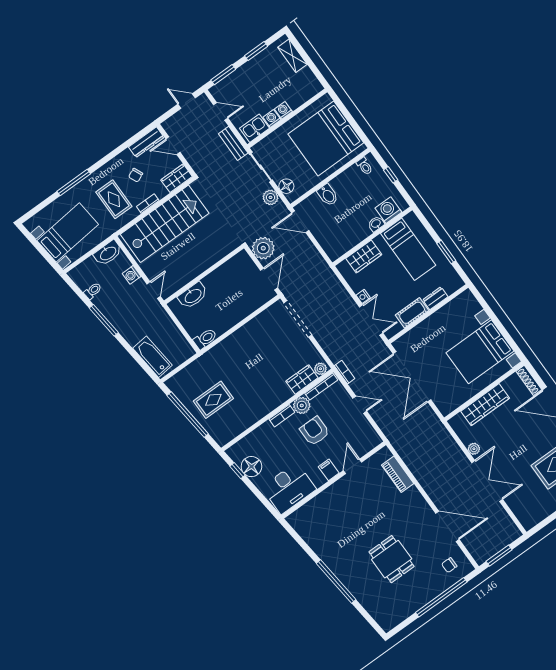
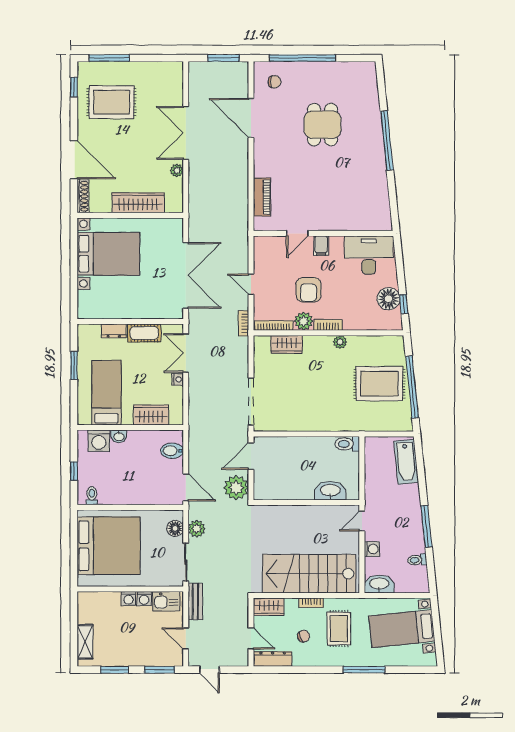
bidet: (328, 195) -> (172, 451), moved, turned -90
plant: (320, 369) -> (340, 342), moved
rug: (213, 400) -> (379, 384), width x1.36, depth x1.43

